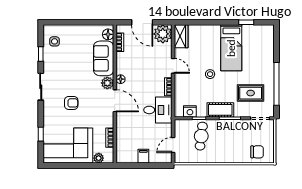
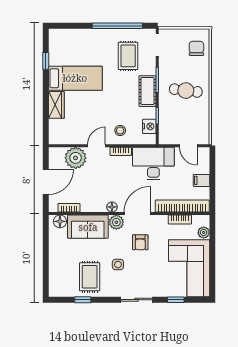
plant: (163, 34) -> (76, 158), moved
wardrobe: (181, 36) -> (56, 105), moved, turned 90
side table: (54, 41) -> (118, 265), moved
rug: (60, 60) -> (90, 277), added
stool: (210, 74) -> (120, 130), moved
sliding door: (41, 87) -> (137, 300), moved
armchair: (71, 103) -> (140, 242), moved, turned 180
desk: (158, 110) -> (153, 164), width x1.37
cafe table: (201, 136) -> (186, 91), moved
bookcase: (121, 140) -> (182, 206), added

